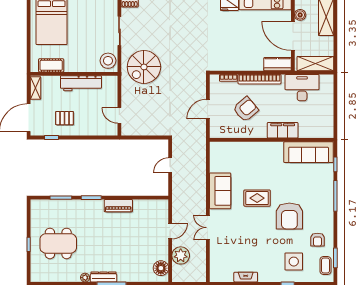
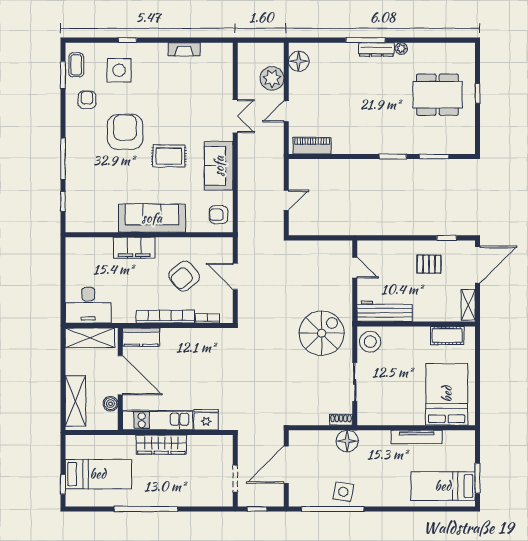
workbench: (81, 83) -> (385, 311), moved
desk: (302, 88) -> (88, 305), moved
door: (208, 109) -> (235, 276), swing flipped
sofa: (309, 152) -> (152, 218), moved
armchair: (220, 155) -> (219, 215), added
piano: (118, 206) -> (312, 146), moved

